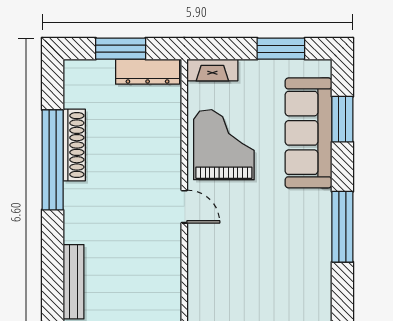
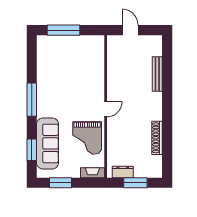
dresser: (148, 72) -> (123, 172), width x0.70
window: (53, 160) -> (167, 131), removed
door: (184, 207) -> (106, 109), swing flipped

